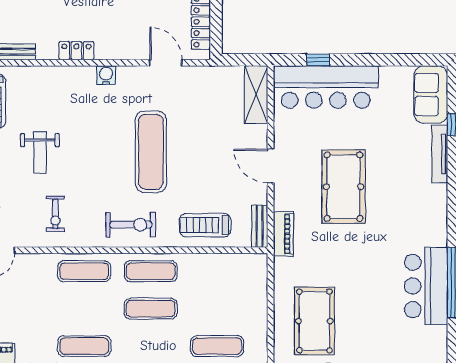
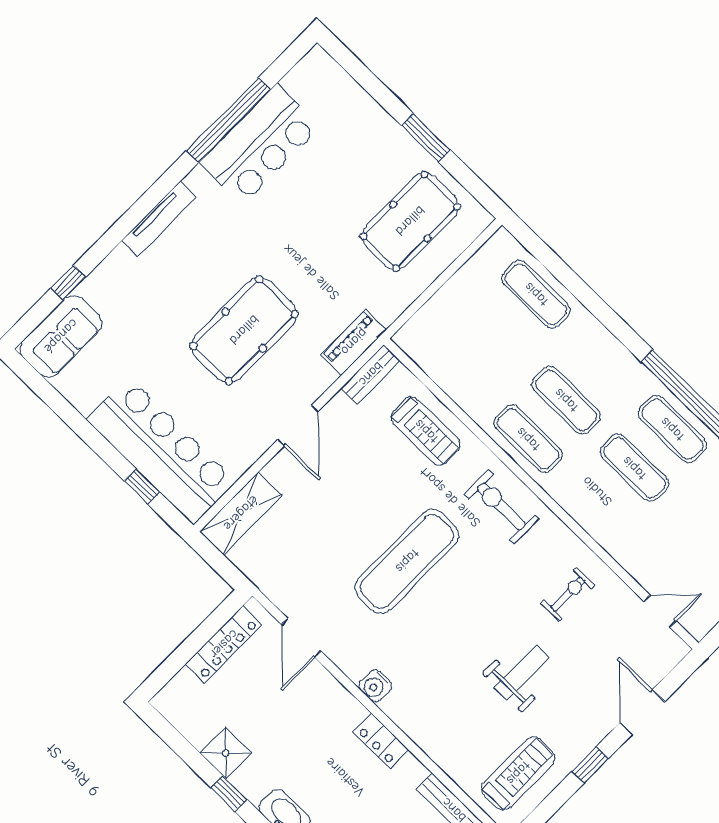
tv unit: (440, 154) -> (159, 219), moved
exercise mat: (84, 271) -> (634, 468), moved

